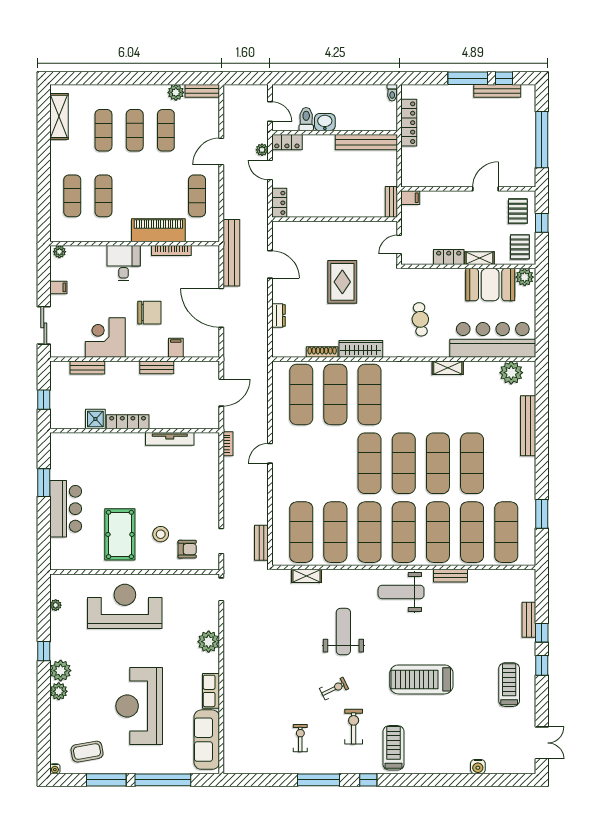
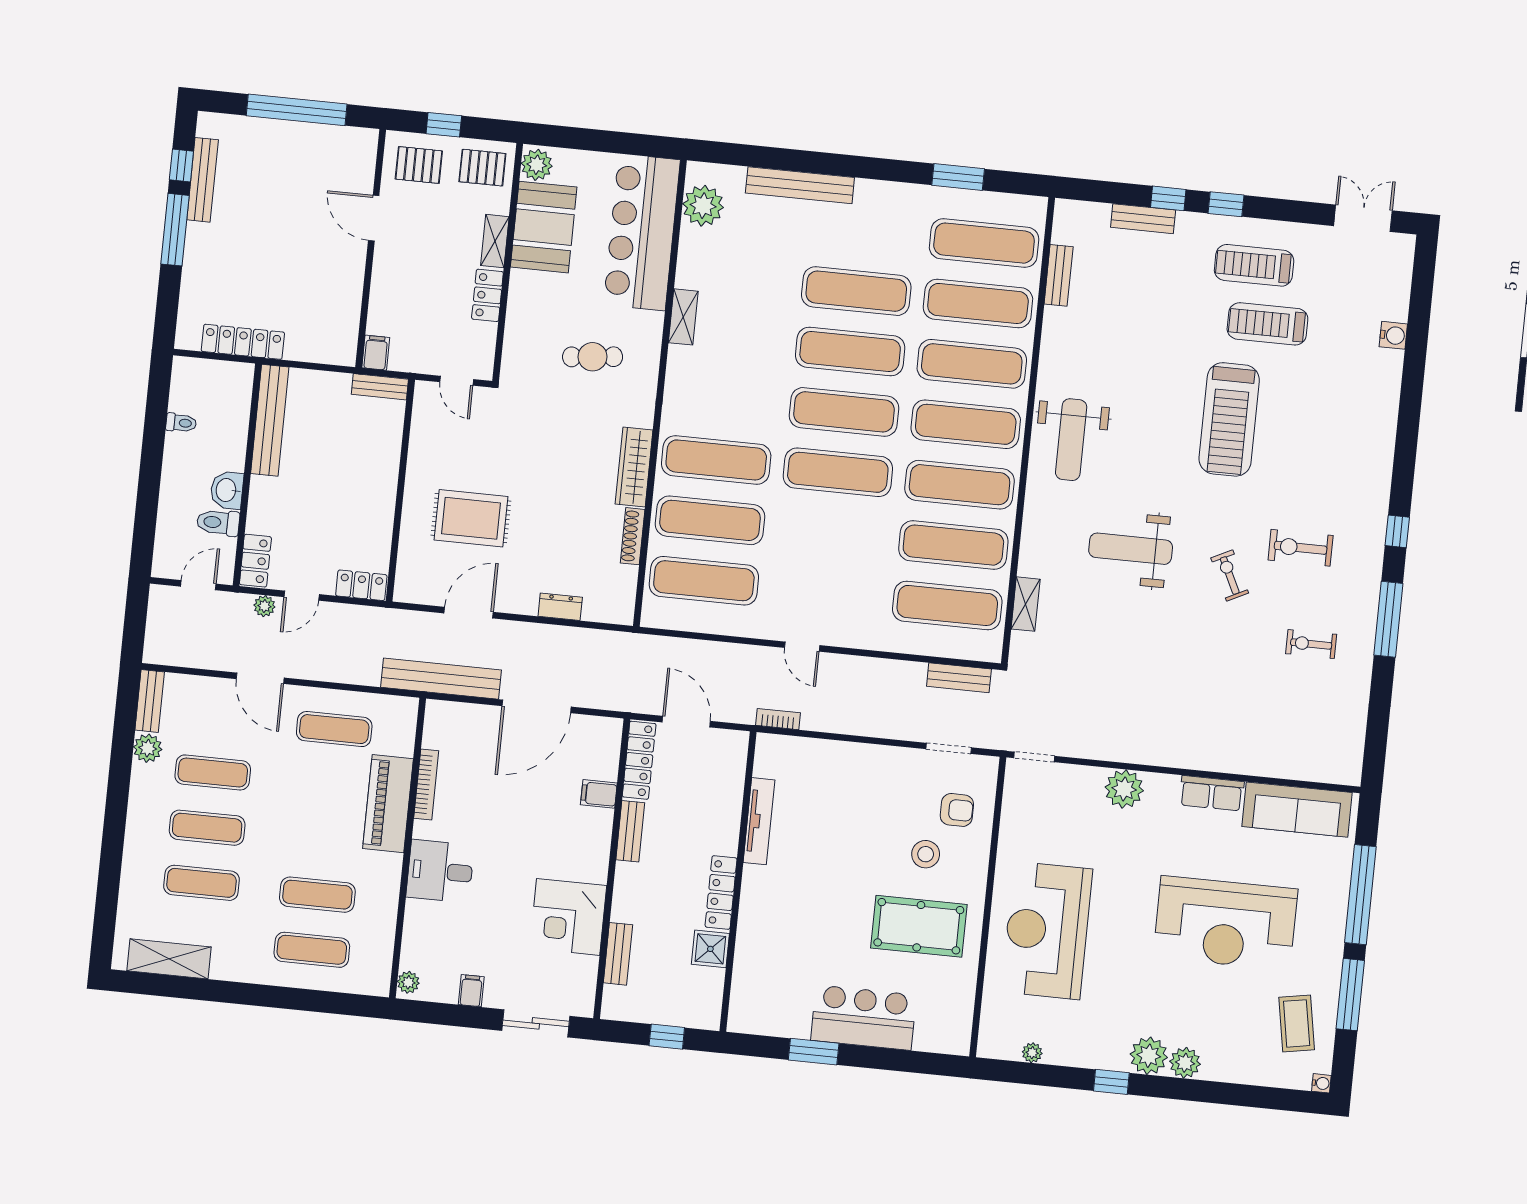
toilet: (392, 93) -> (181, 423), moved
rug: (342, 282) -> (471, 518), moved
chair: (149, 313) -> (532, 834), removed
locker: (197, 368) -> (639, 760), added
armchair: (187, 549) -> (957, 810), turned 90
bench: (451, 576) -> (1059, 275), moved
treadmill: (394, 748) -> (1267, 324), moved

